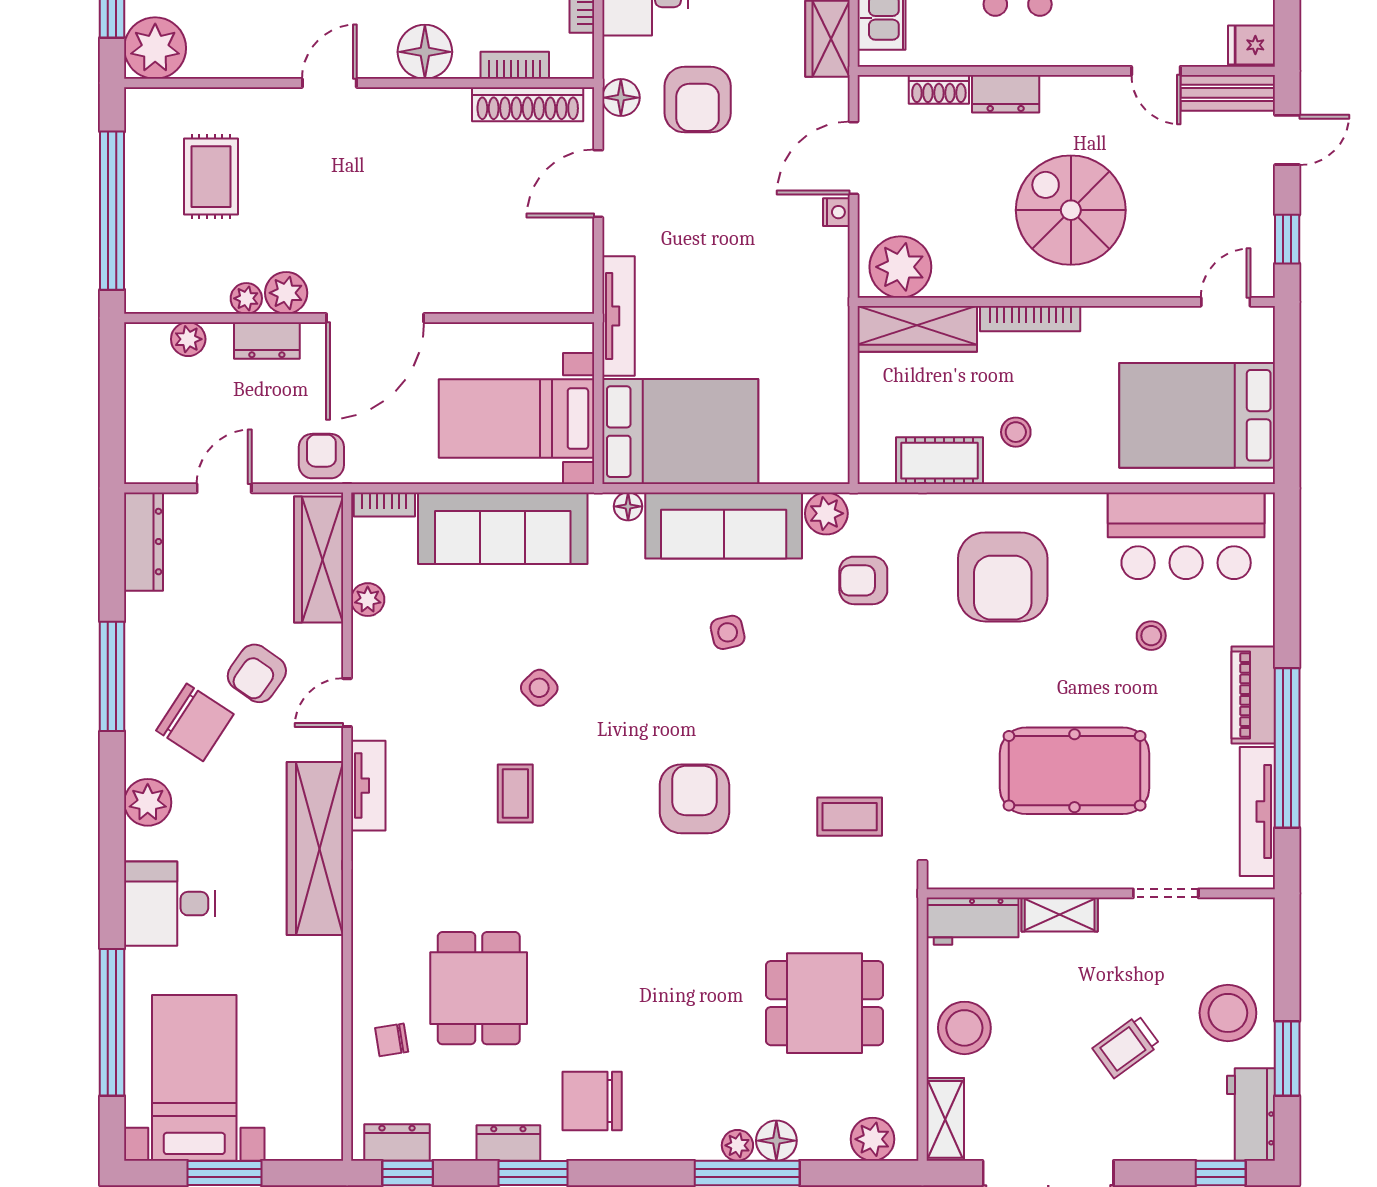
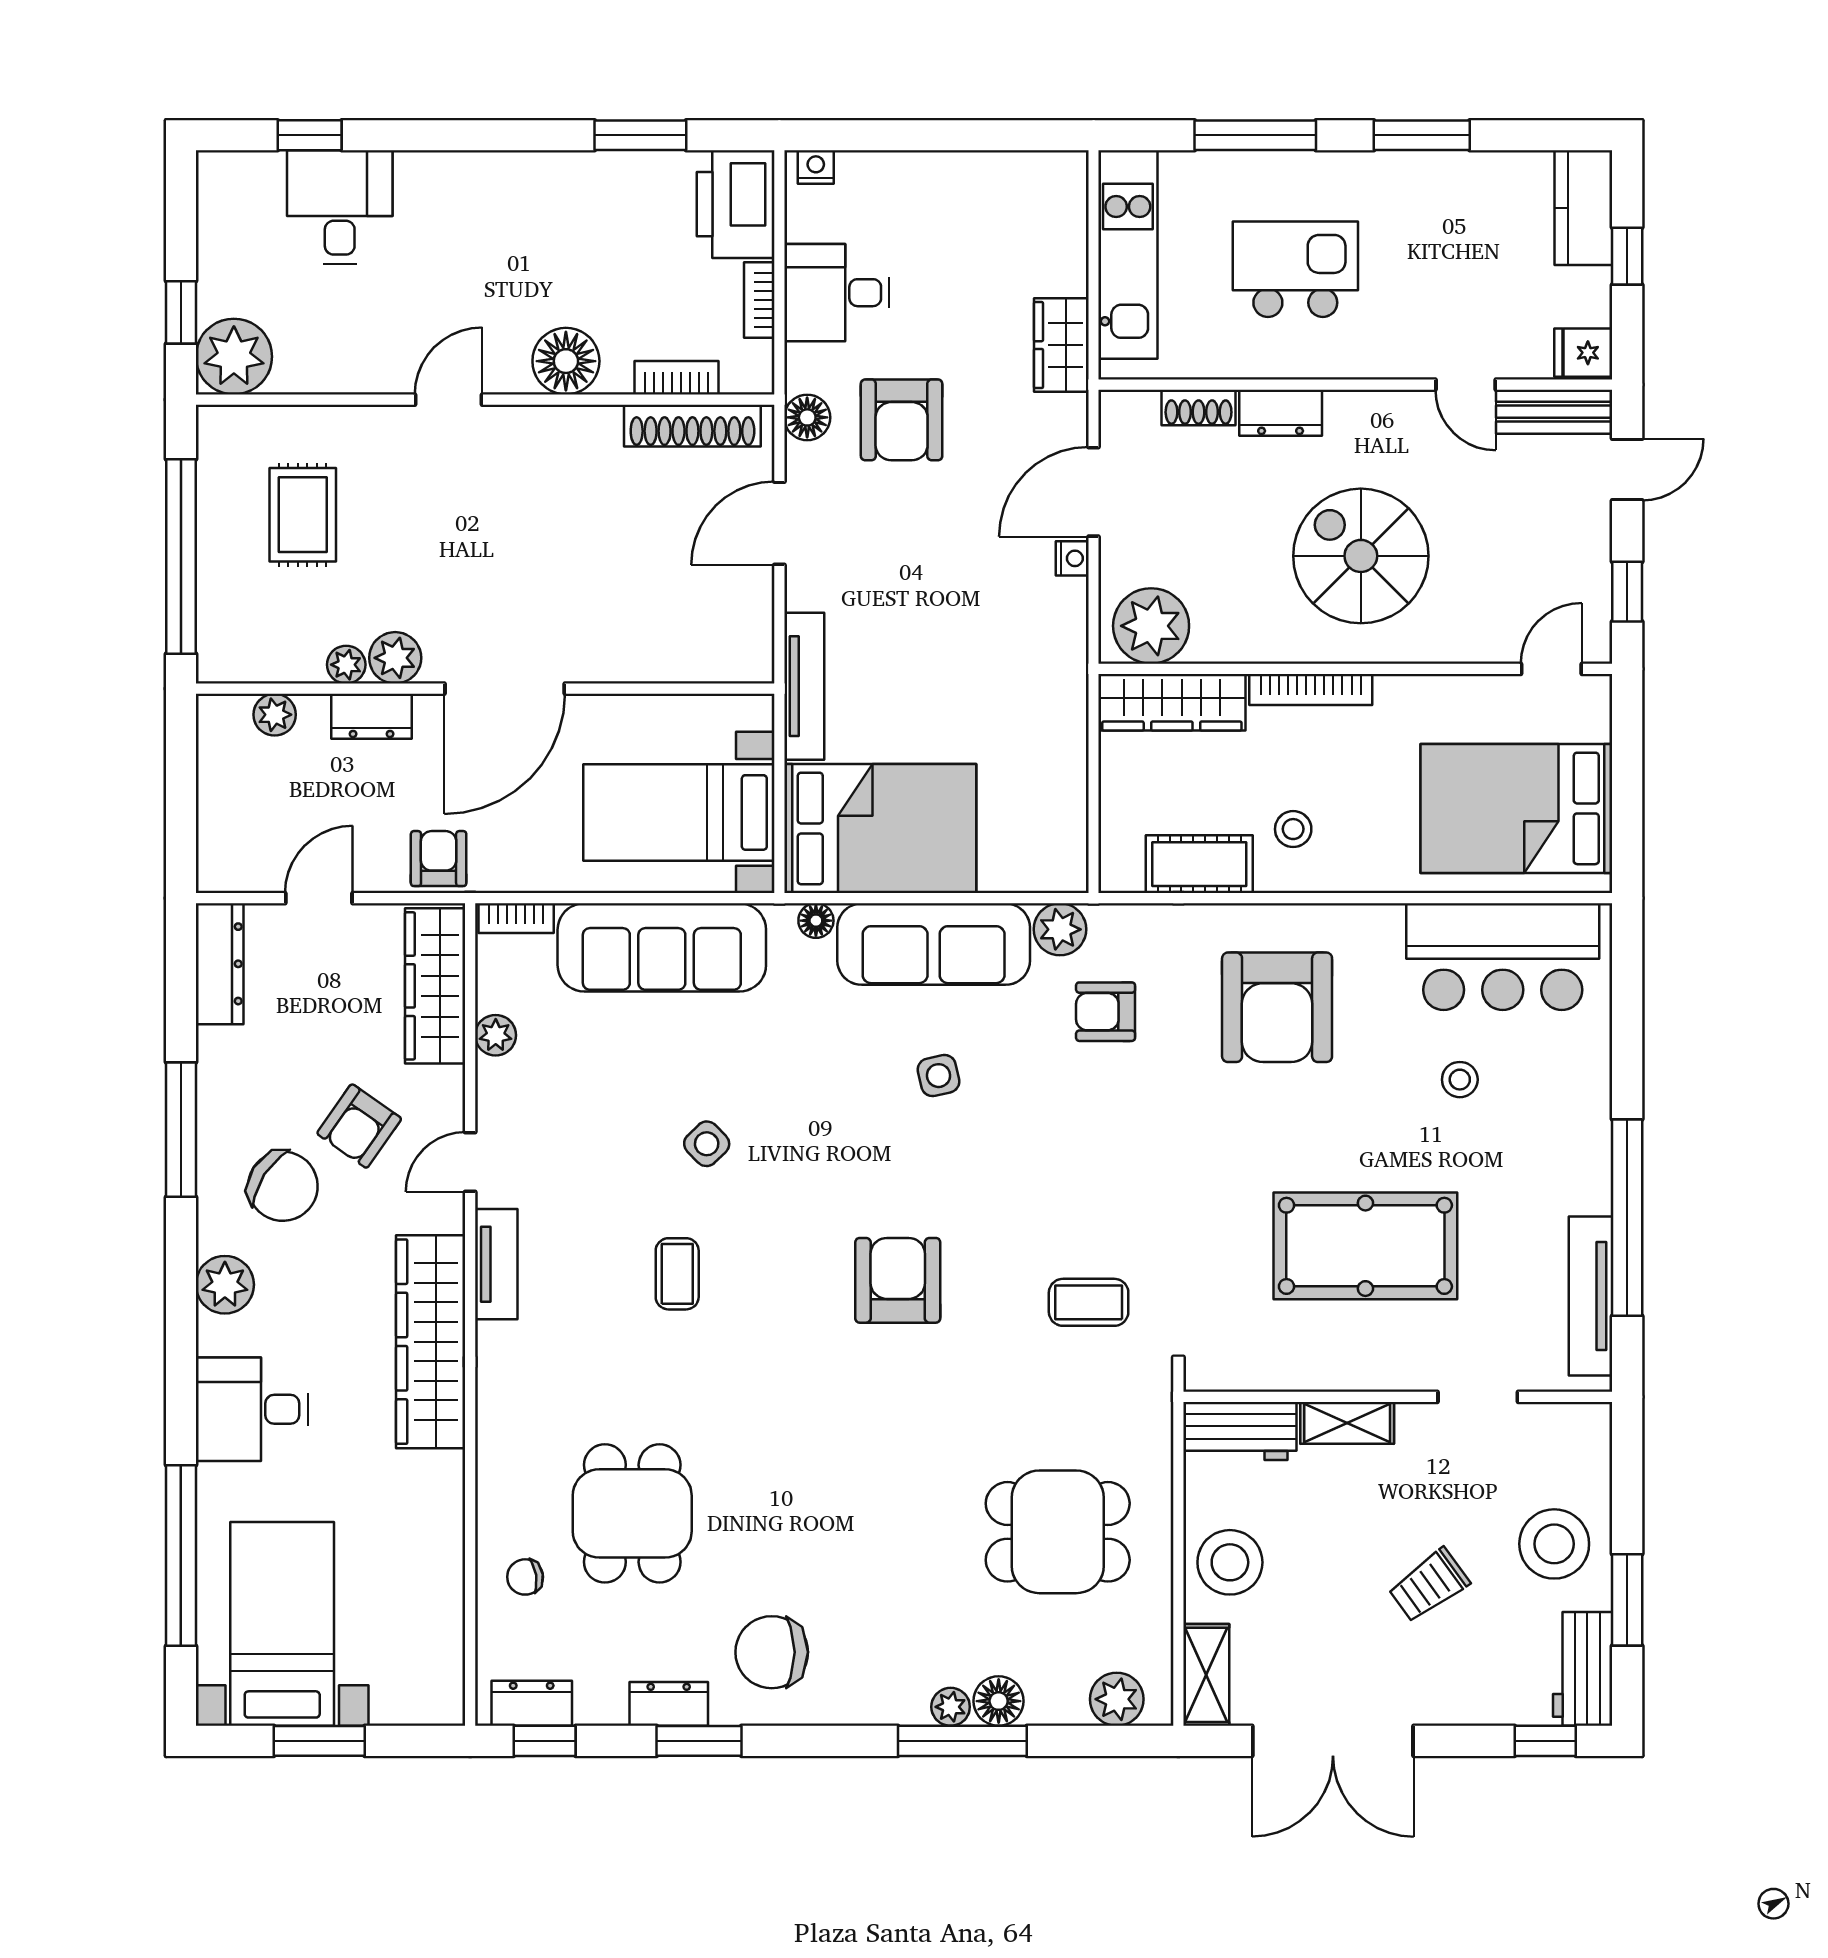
piano: (1253, 695) -> (1585, 1153), removed

